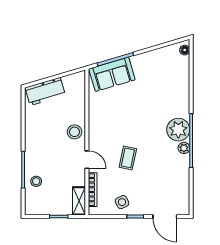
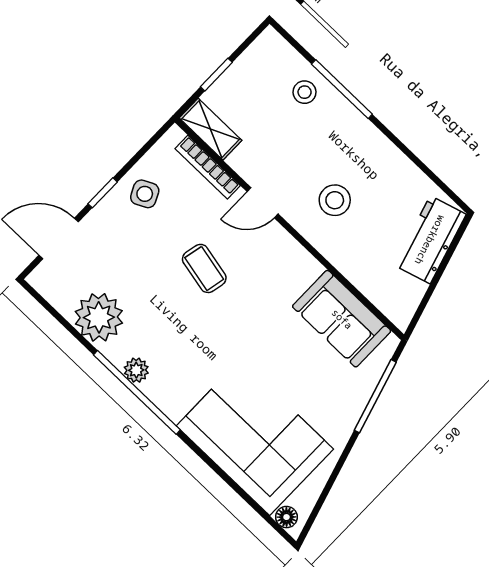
sofa: (112, 74) -> (342, 319), moved, turned -74
corner sofa: (168, 86) -> (255, 437), added
plant: (178, 130) -> (99, 317), moved
stool: (74, 132) -> (335, 200), moved

